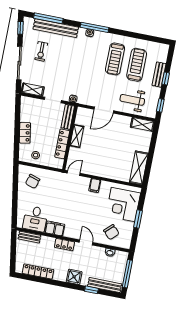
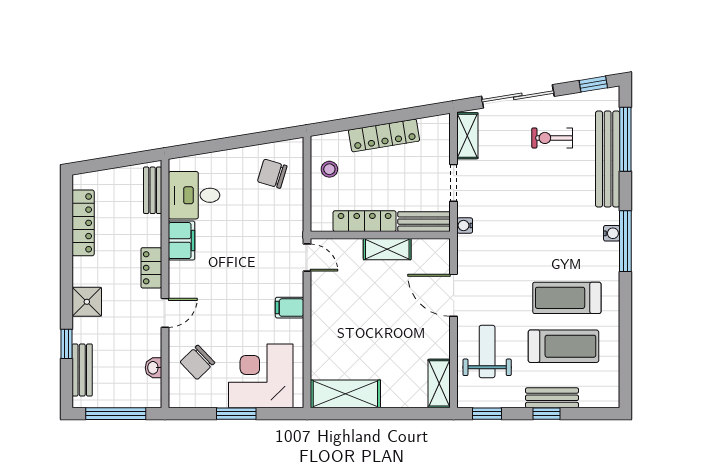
locker: (25, 133) -> (384, 135), width x1.53
bench: (105, 285) -> (82, 370), width x0.73

